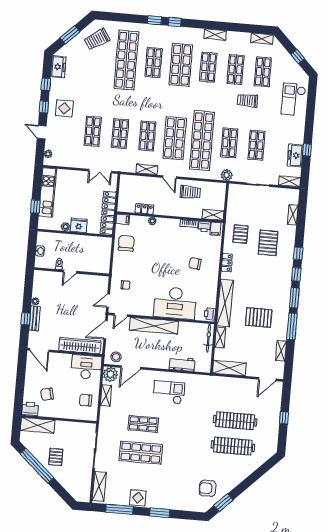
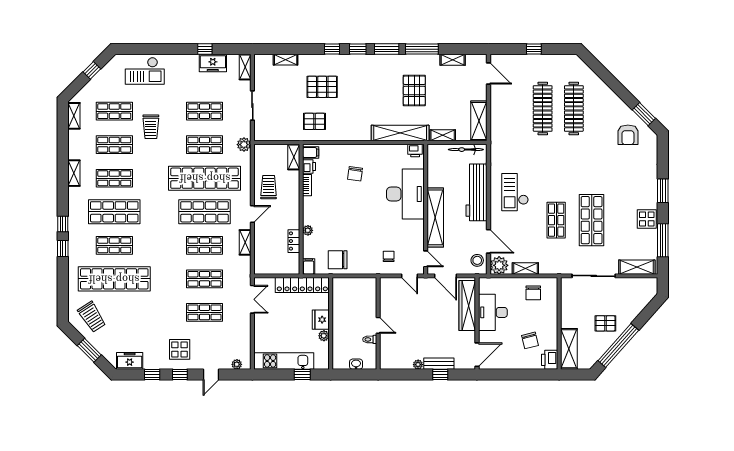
locker: (227, 263) -> (351, 135), removed
bicycle: (208, 338) -> (466, 150), moved
workbench: (182, 364) -> (477, 192), width x1.88, depth x1.32
desk: (86, 367) -> (493, 312), moved

